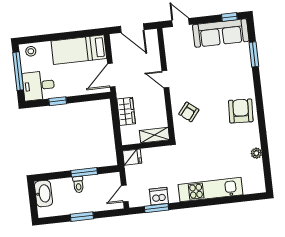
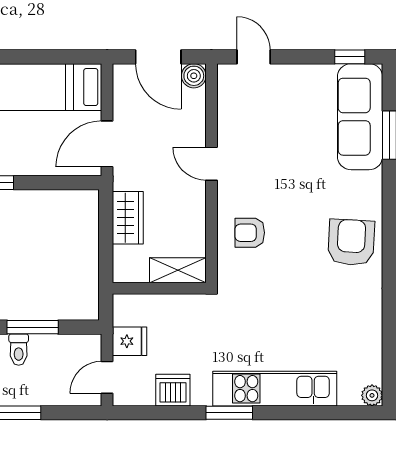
sofa: (221, 33) -> (360, 117), moved, turned 90
boiler: (151, 36) -> (194, 76), added
armchair: (189, 112) -> (250, 233), turned 51
plant: (256, 153) -> (372, 395), moved
fridge: (132, 157) -> (130, 341), moved
window: (157, 208) -> (229, 413), moved

